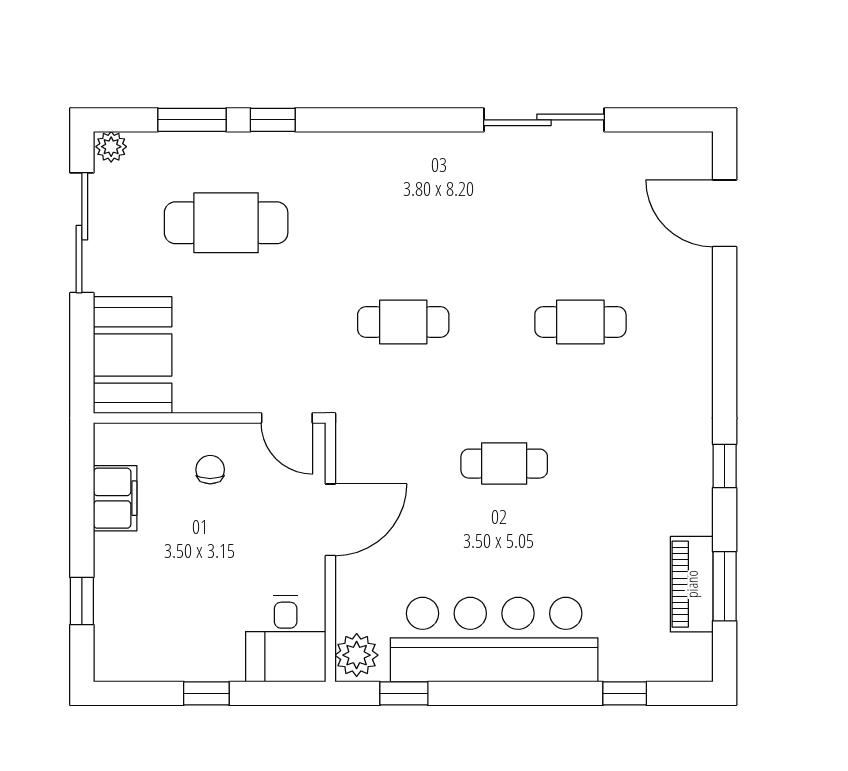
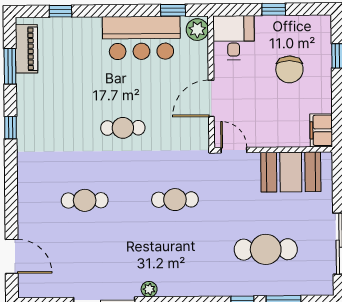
plant: (111, 147) -> (149, 289), moved
booth: (133, 355) -> (291, 172), moved, turned 90
chair: (210, 470) -> (289, 69), moved, width x1.87, depth x1.87
filing cabinet: (115, 498) -> (321, 130), moved
piano: (692, 584) -> (27, 49), moved
bar counter: (494, 640) -> (141, 38), width x0.73

